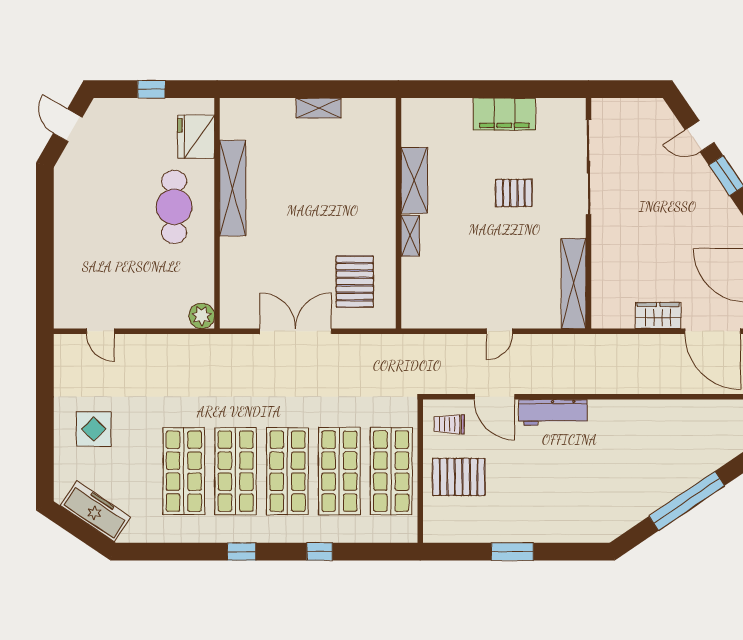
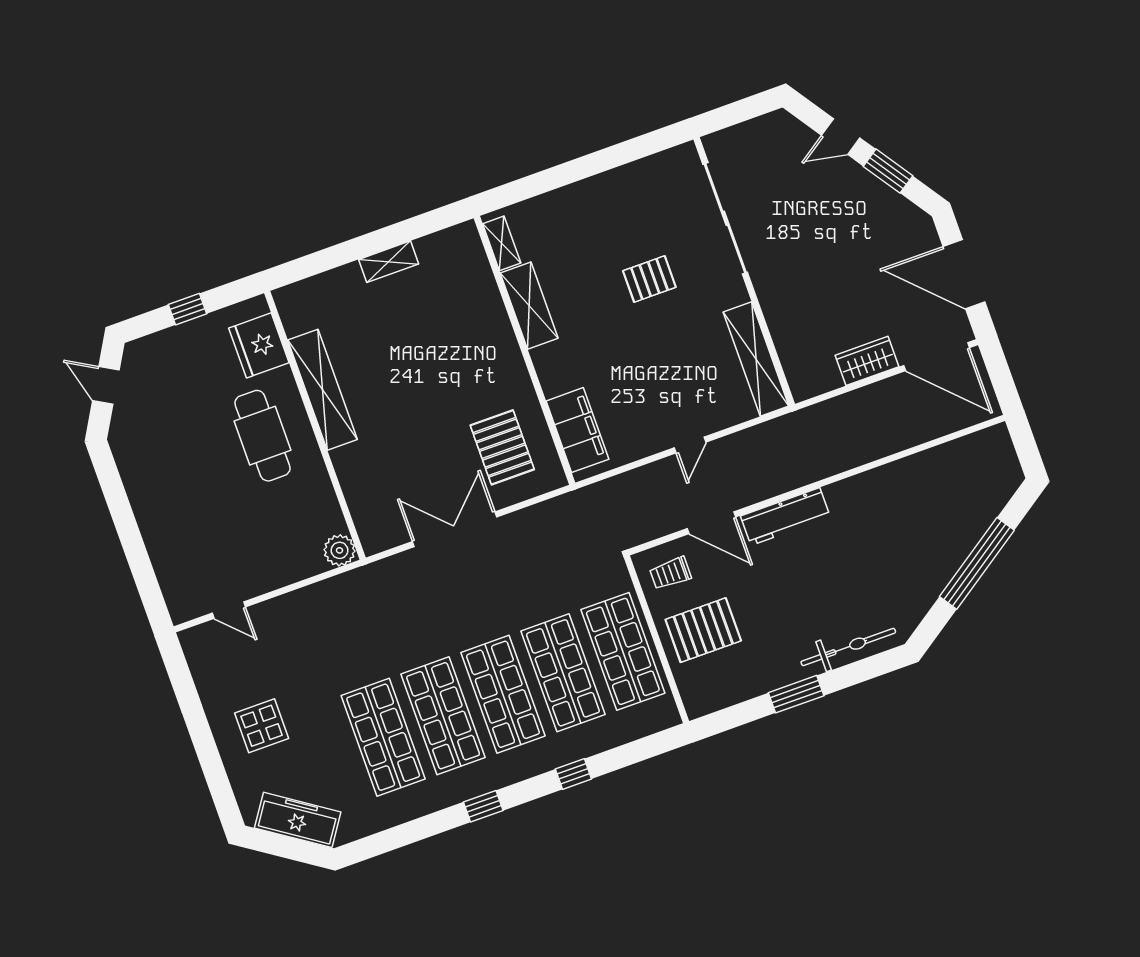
filing cabinet: (504, 114) -> (577, 430), moved, turned -90
shelving: (410, 236) -> (502, 243), moved
bicycle: (565, 530) -> (848, 647), added

